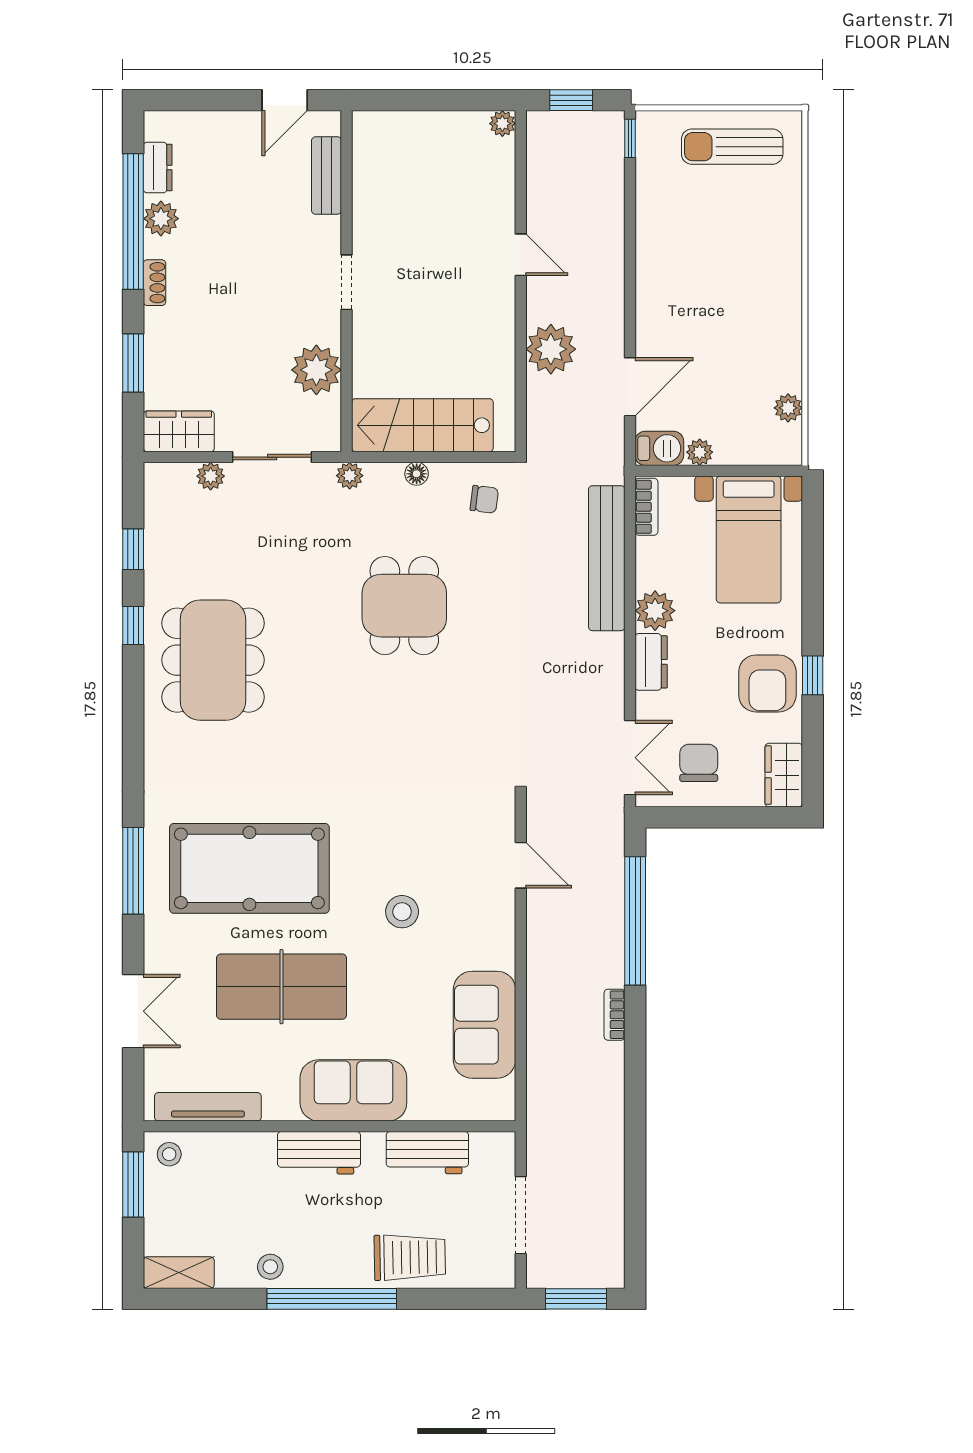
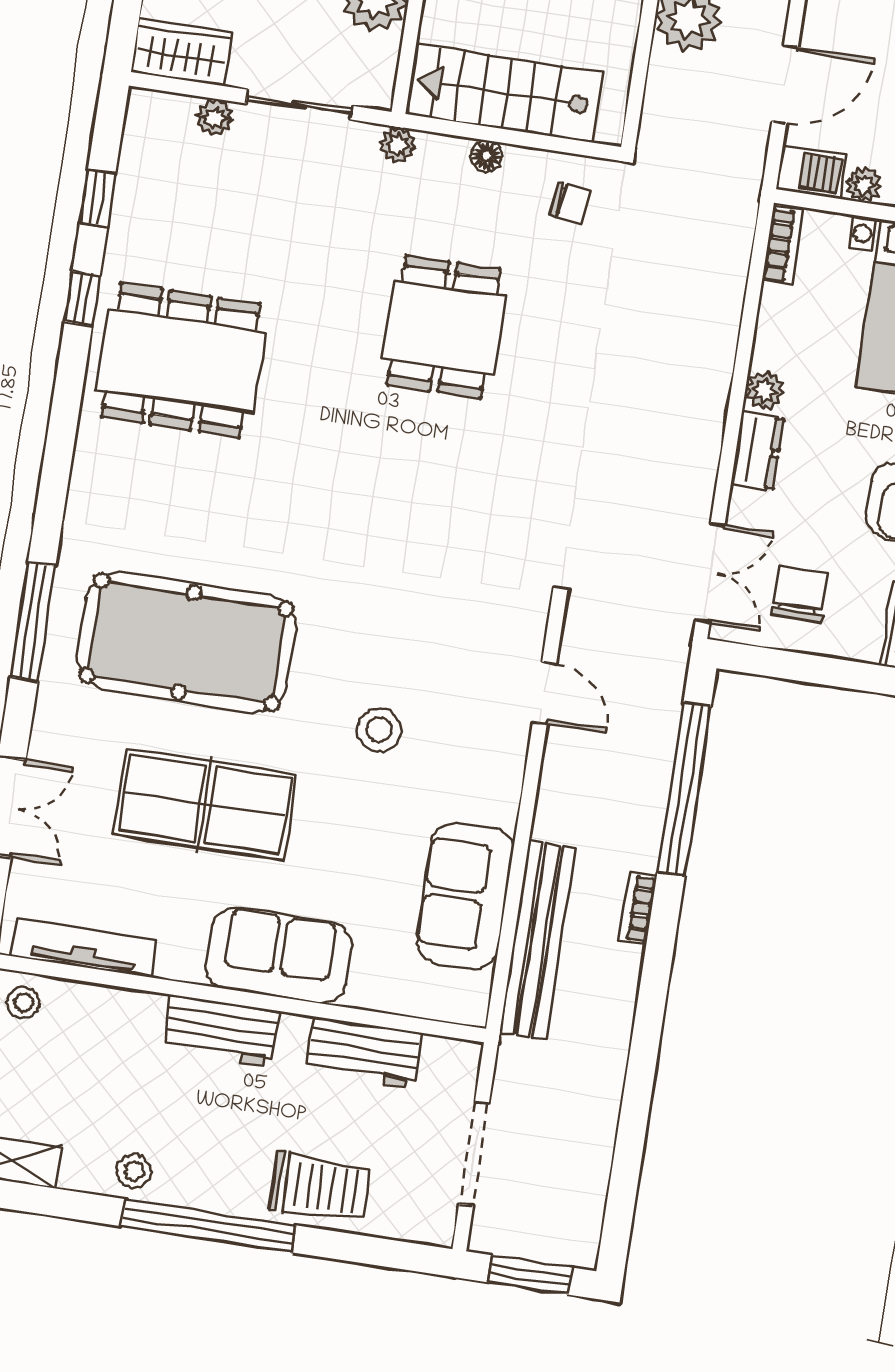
bench: (607, 558) -> (538, 940), moved
plant: (655, 611) -> (765, 390), width x0.73, depth x0.73
dining table: (213, 660) -> (181, 360), turned 90

